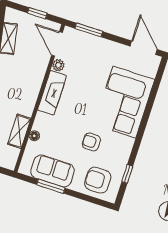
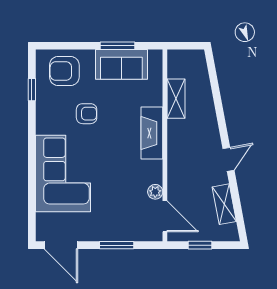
window: (89, 30) -> (117, 245), moved
fireplace: (52, 93) -> (152, 133), moved
floor lamp: (34, 136) -> (156, 99), removed
armchair: (98, 180) -> (64, 71), turned 180

